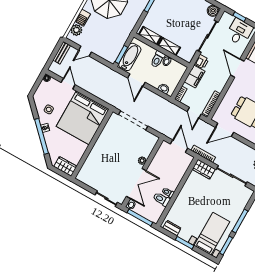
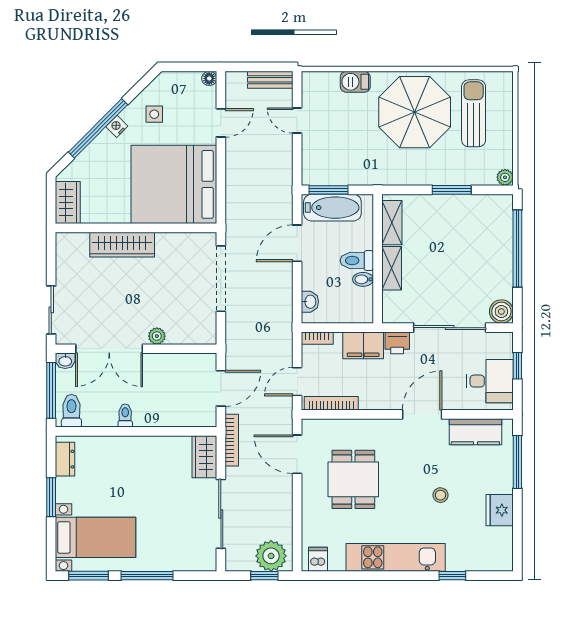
plant: (76, 30) -> (327, 83), removed
wardrobe: (96, 154) -> (122, 245), added
toilet: (161, 199) -> (71, 411), moved

